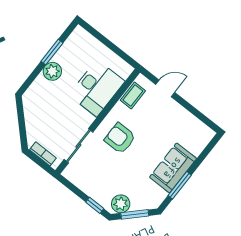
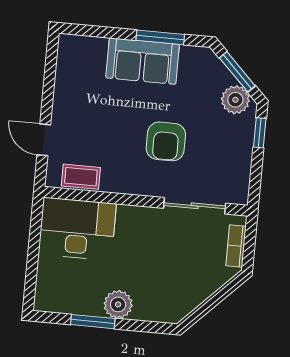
desk: (97, 88) -> (77, 229), moved
armchair: (120, 138) -> (166, 141), moved

